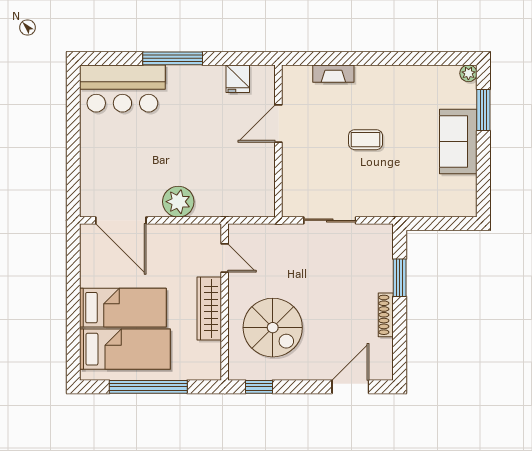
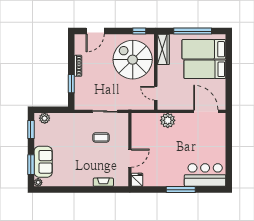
fridge: (238, 79) -> (137, 180), moved
coffee table: (366, 140) -> (101, 138), moved
sofa: (458, 142) -> (43, 162), moved
window: (483, 183) -> (31, 130), added
plant: (178, 202) -> (168, 120), moved
plant: (455, 206) -> (45, 118), added
wardrobe: (209, 309) -> (163, 49), moved
spiral stairs: (273, 328) -> (133, 60), width x1.37, depth x1.37

